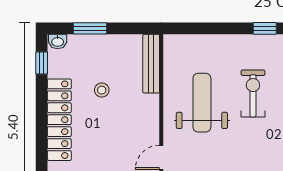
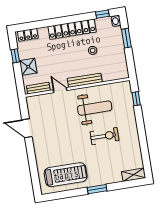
window: (265, 28) -> (136, 99), moved
bench: (151, 64) -> (85, 80), moved

